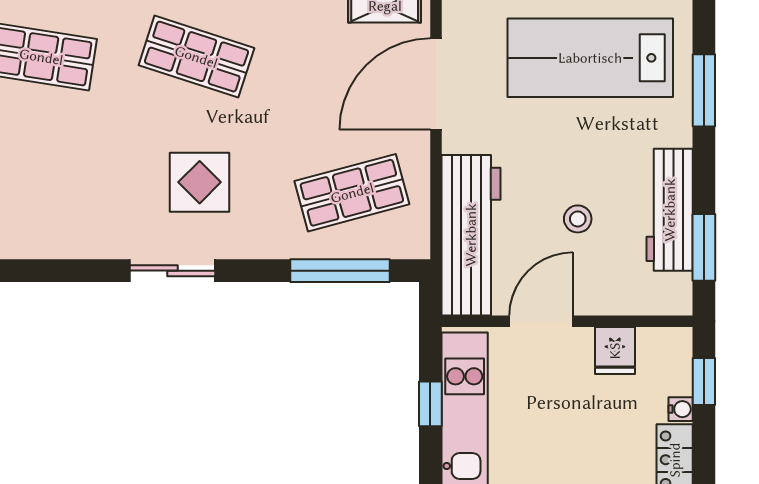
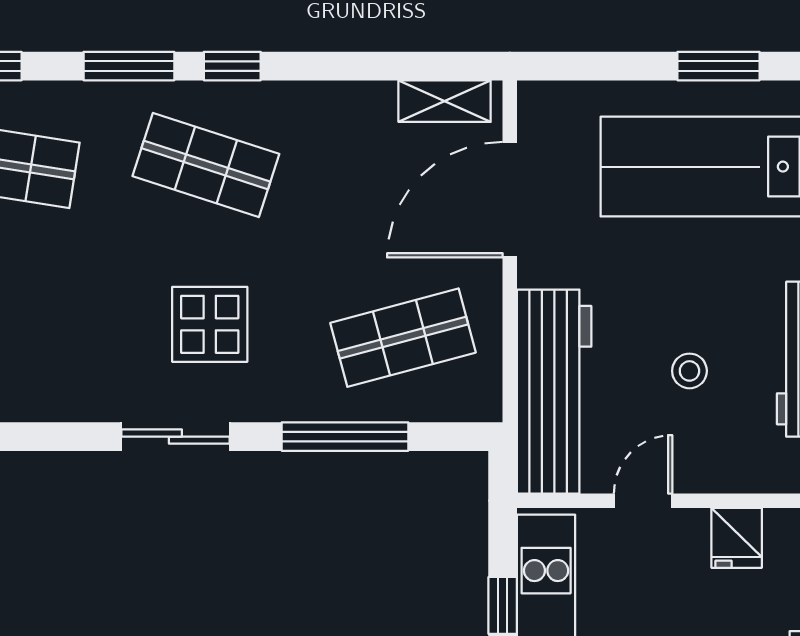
window: (340, 271) -> (345, 437), moved
door: (541, 321) -> (643, 501), width x0.73

